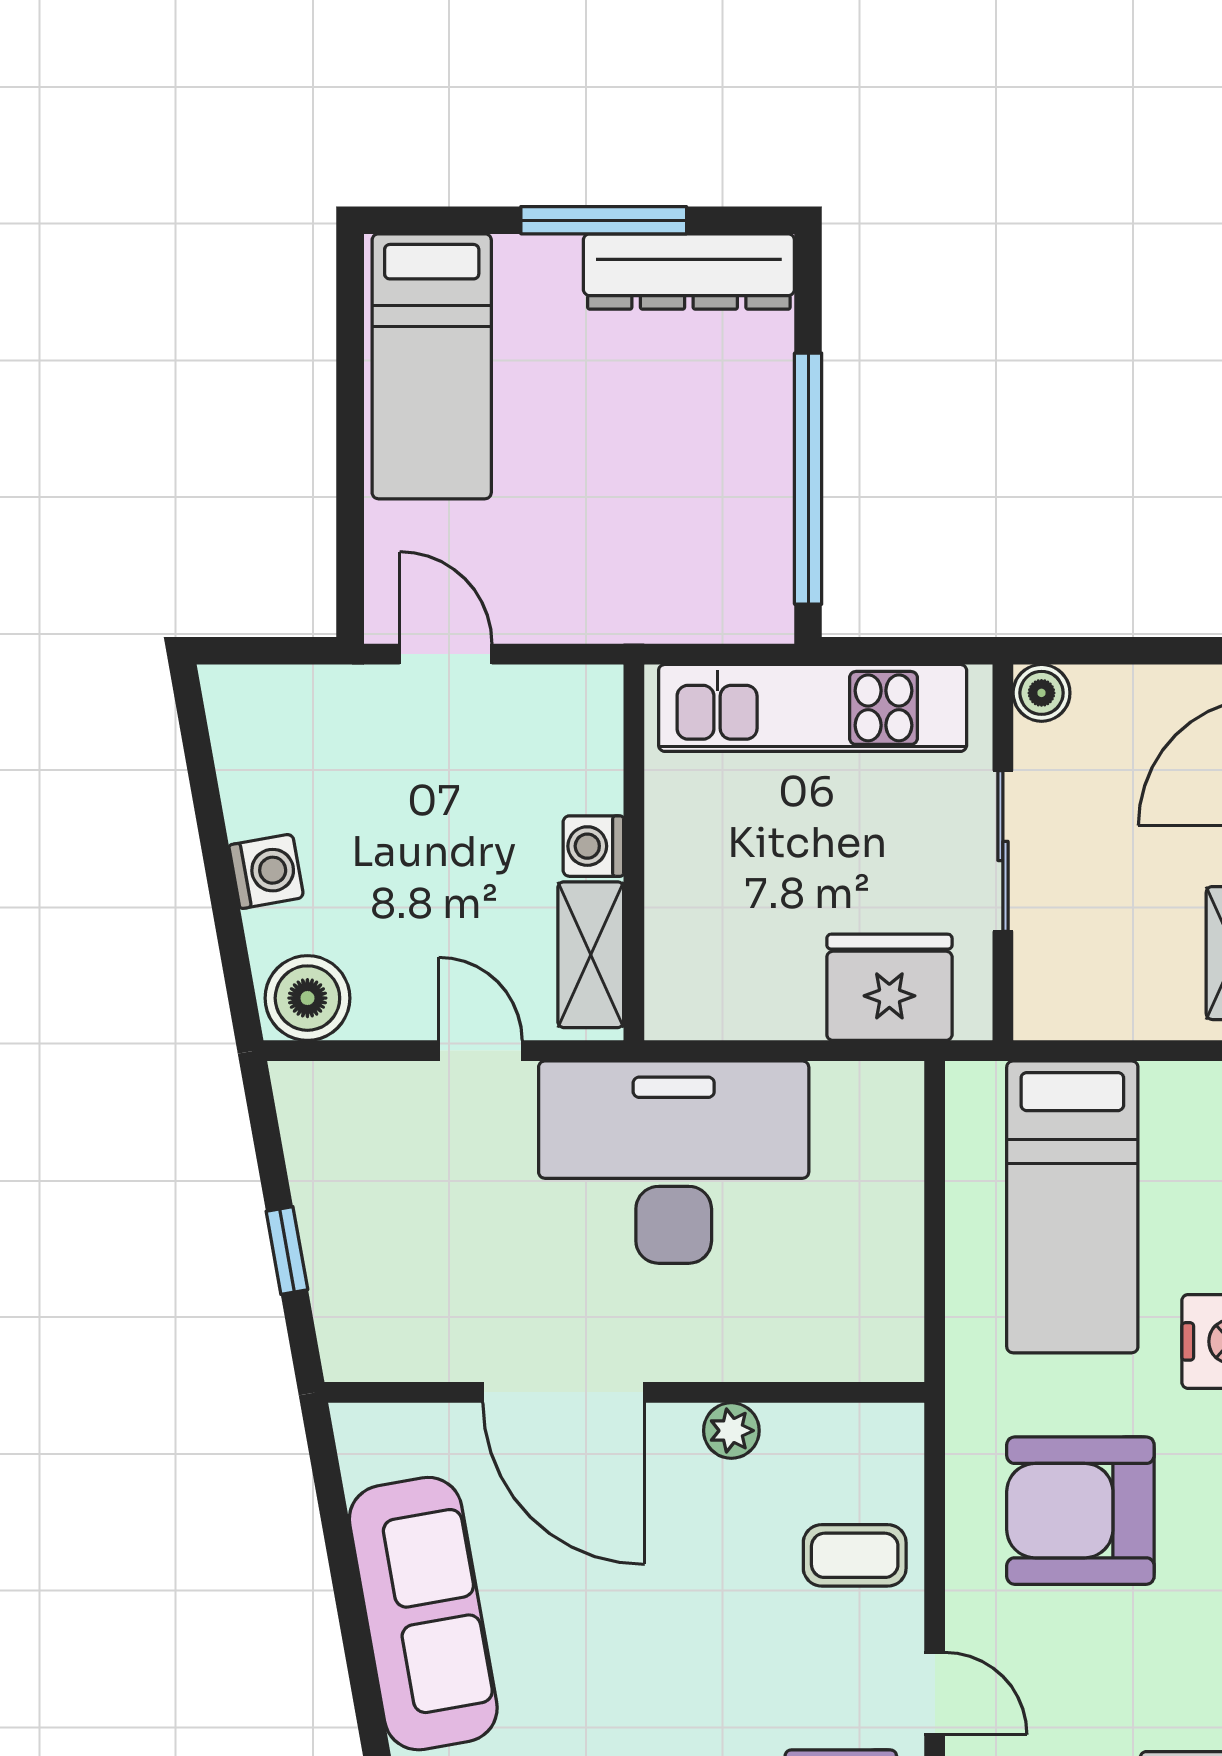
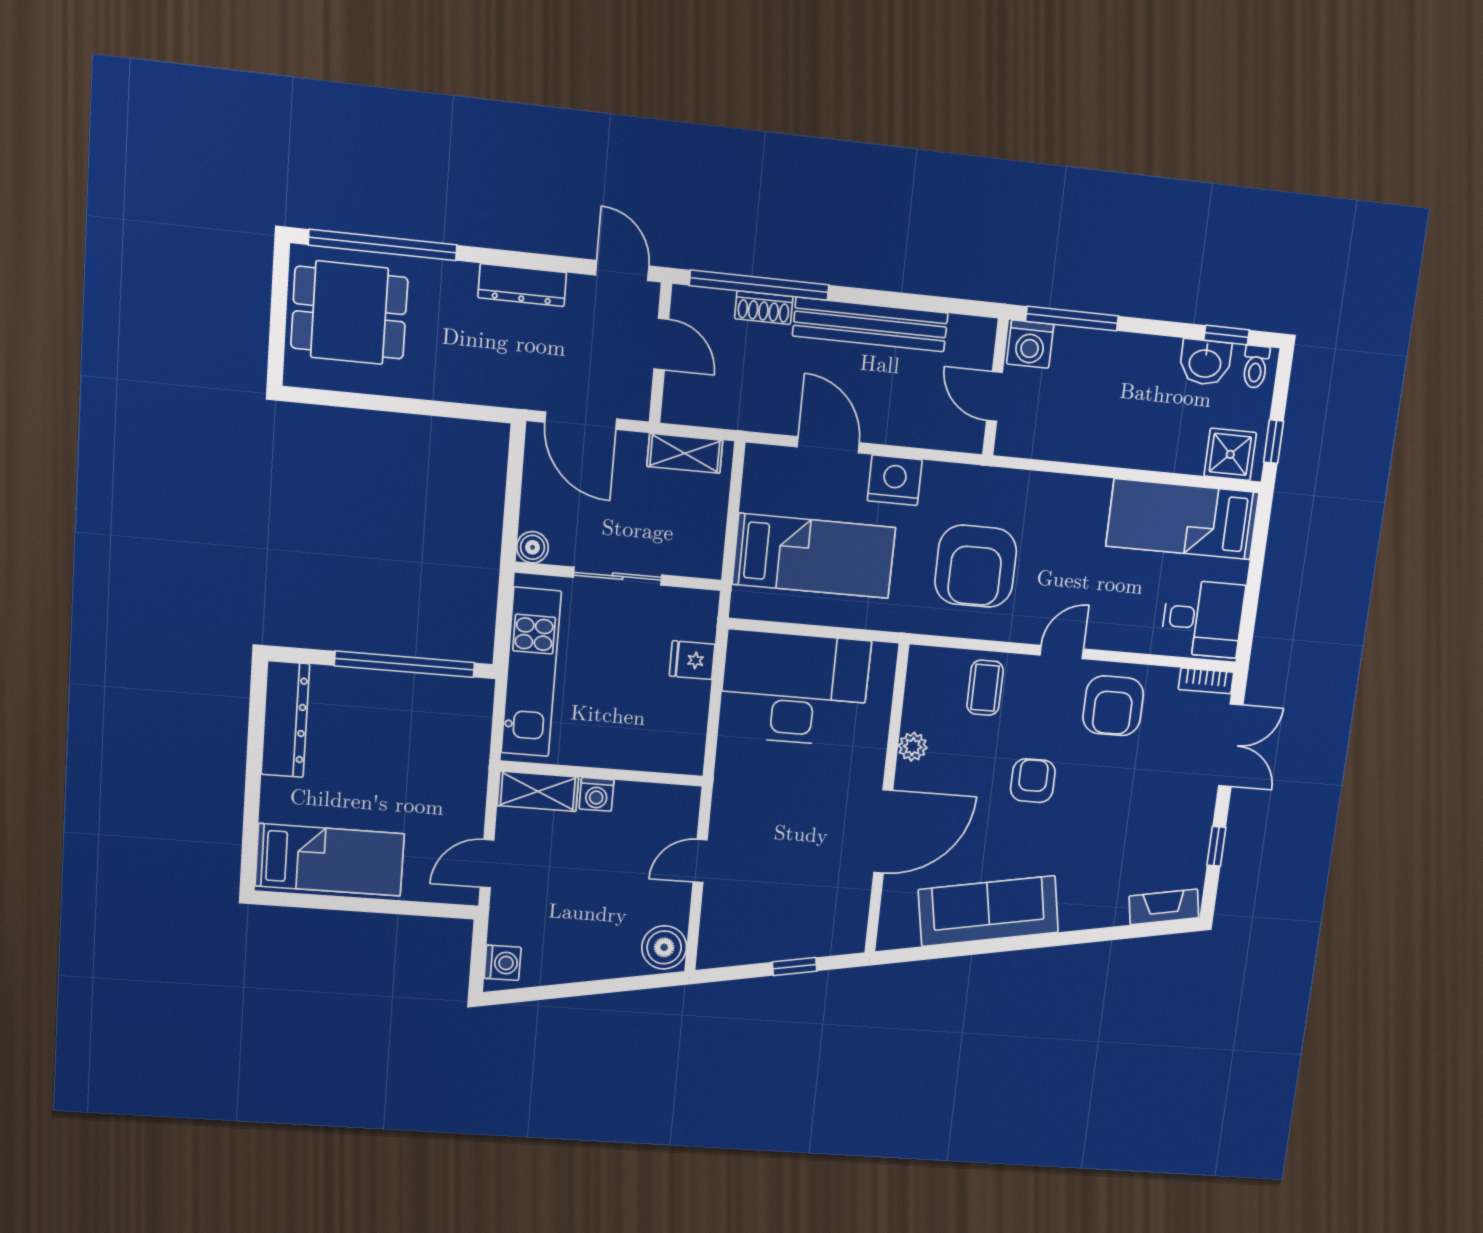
window: (604, 220) -> (254, 763), removed
washing machine: (266, 871) -> (503, 963), moved, turned 100
shelving: (591, 955) -> (538, 791), moved
fridge: (889, 987) -> (692, 660), width x0.53, depth x0.75
desk: (674, 1162) -> (795, 688), moved, turned 90
armchair: (685, 1669) -> (1033, 781), added

